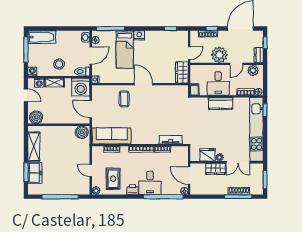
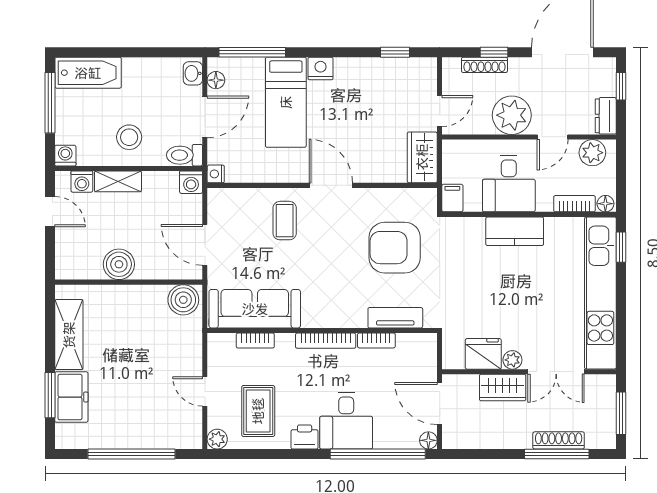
washing machine: (81, 87) -> (191, 182), width x0.53, depth x0.53
armchair: (170, 110) -> (395, 248), added
boiler: (36, 117) -> (119, 264), moved

